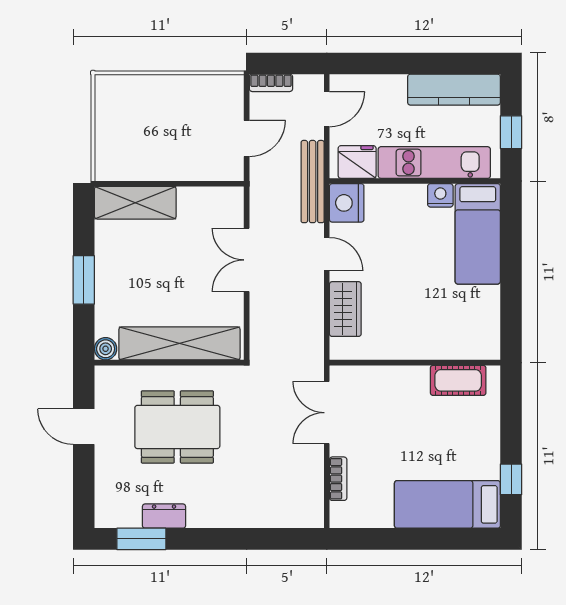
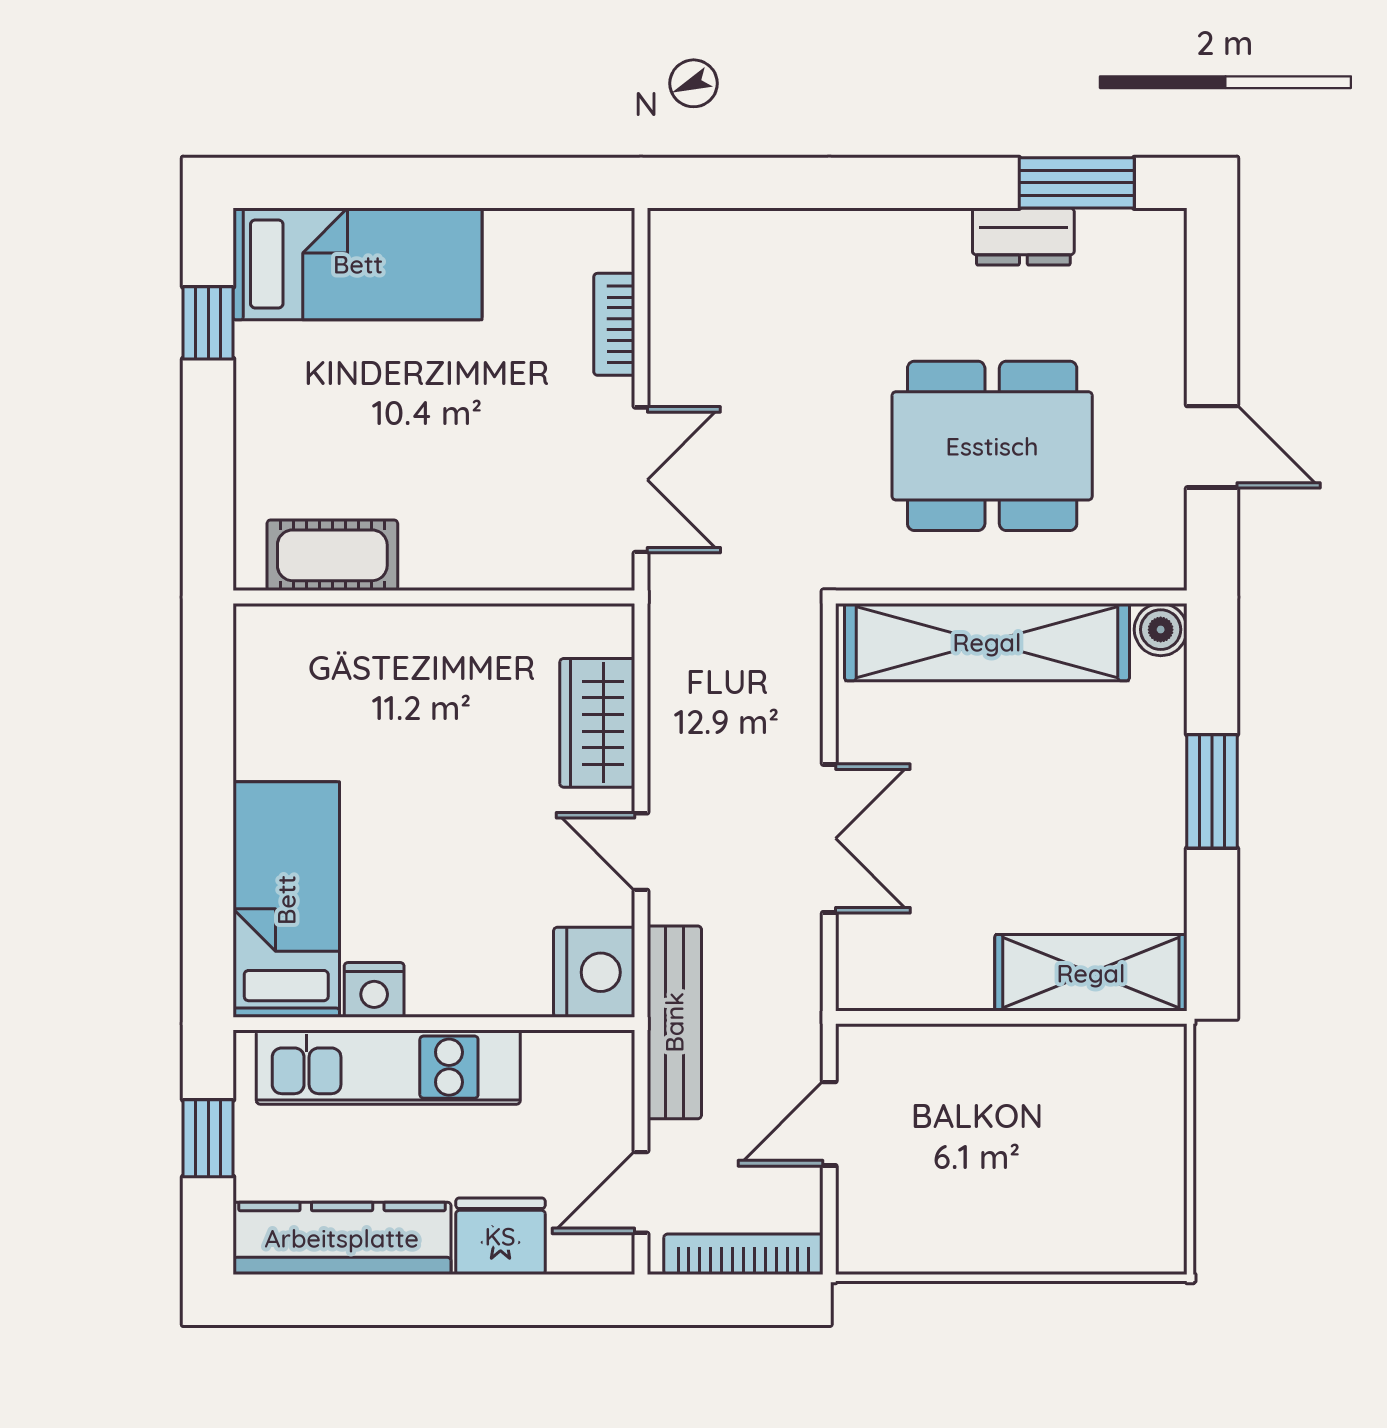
bookcase: (271, 83) -> (743, 1254), width x1.56
fridge: (357, 162) -> (500, 1236), moved, turned 180

